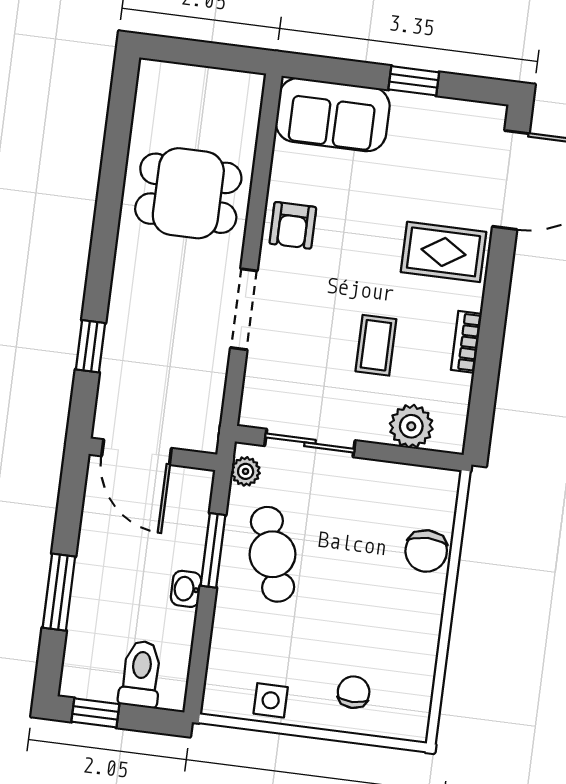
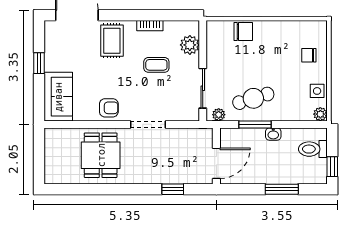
plant: (217, 701) -> (320, 114), added

